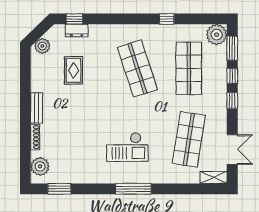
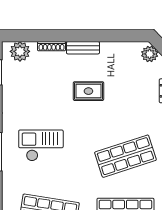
rug: (74, 70) -> (88, 91), moved
checkout: (127, 147) -> (41, 145), turned 90

